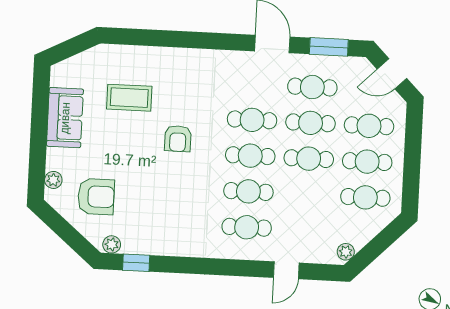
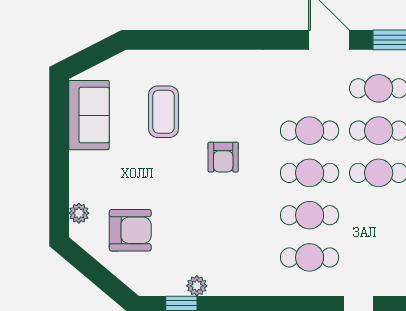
coffee table: (129, 98) -> (163, 112), turned 90
sofa: (65, 118) -> (89, 115), moved
plant: (112, 244) -> (197, 286), moved

